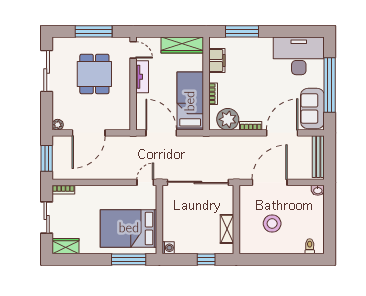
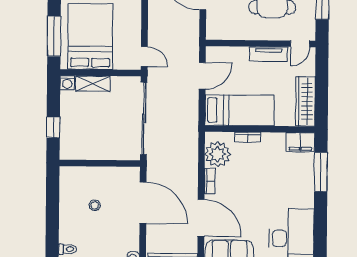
filing cabinet: (217, 61) -> (300, 142), moved
door: (161, 133) -> (202, 76), width x0.73
stool: (272, 223) -> (95, 205), width x0.53, depth x0.53
shelving: (227, 229) -> (93, 84), moved

